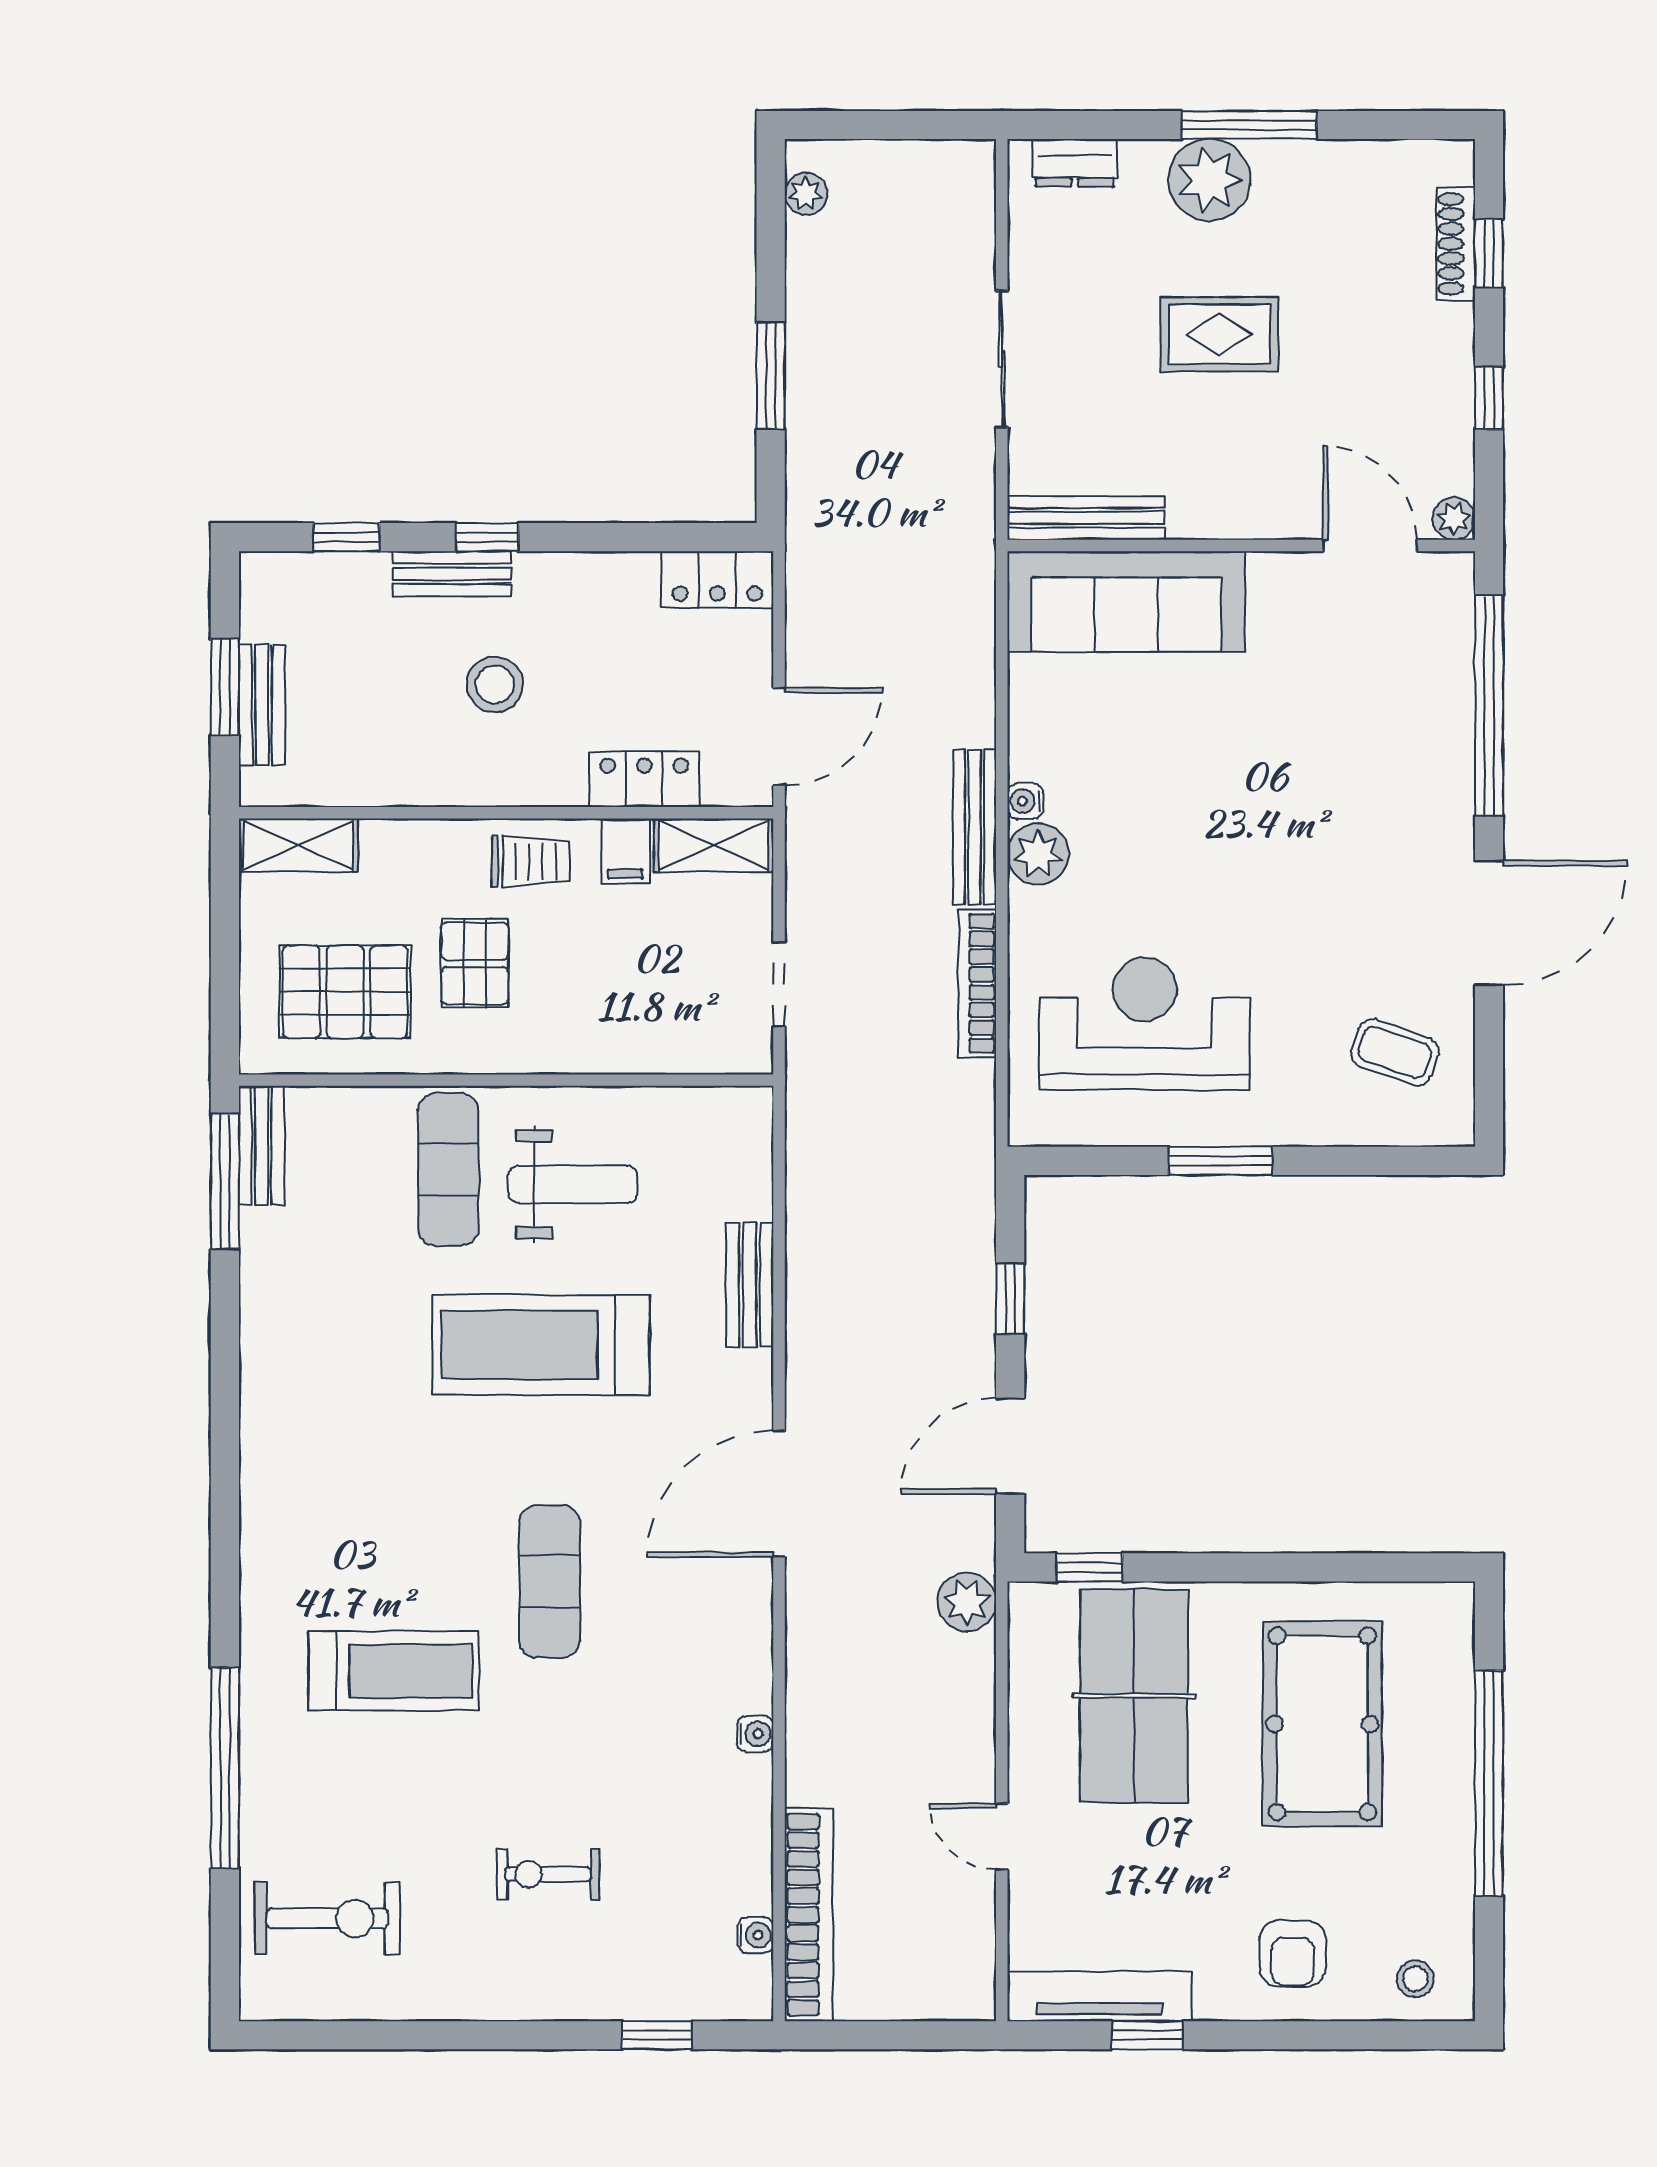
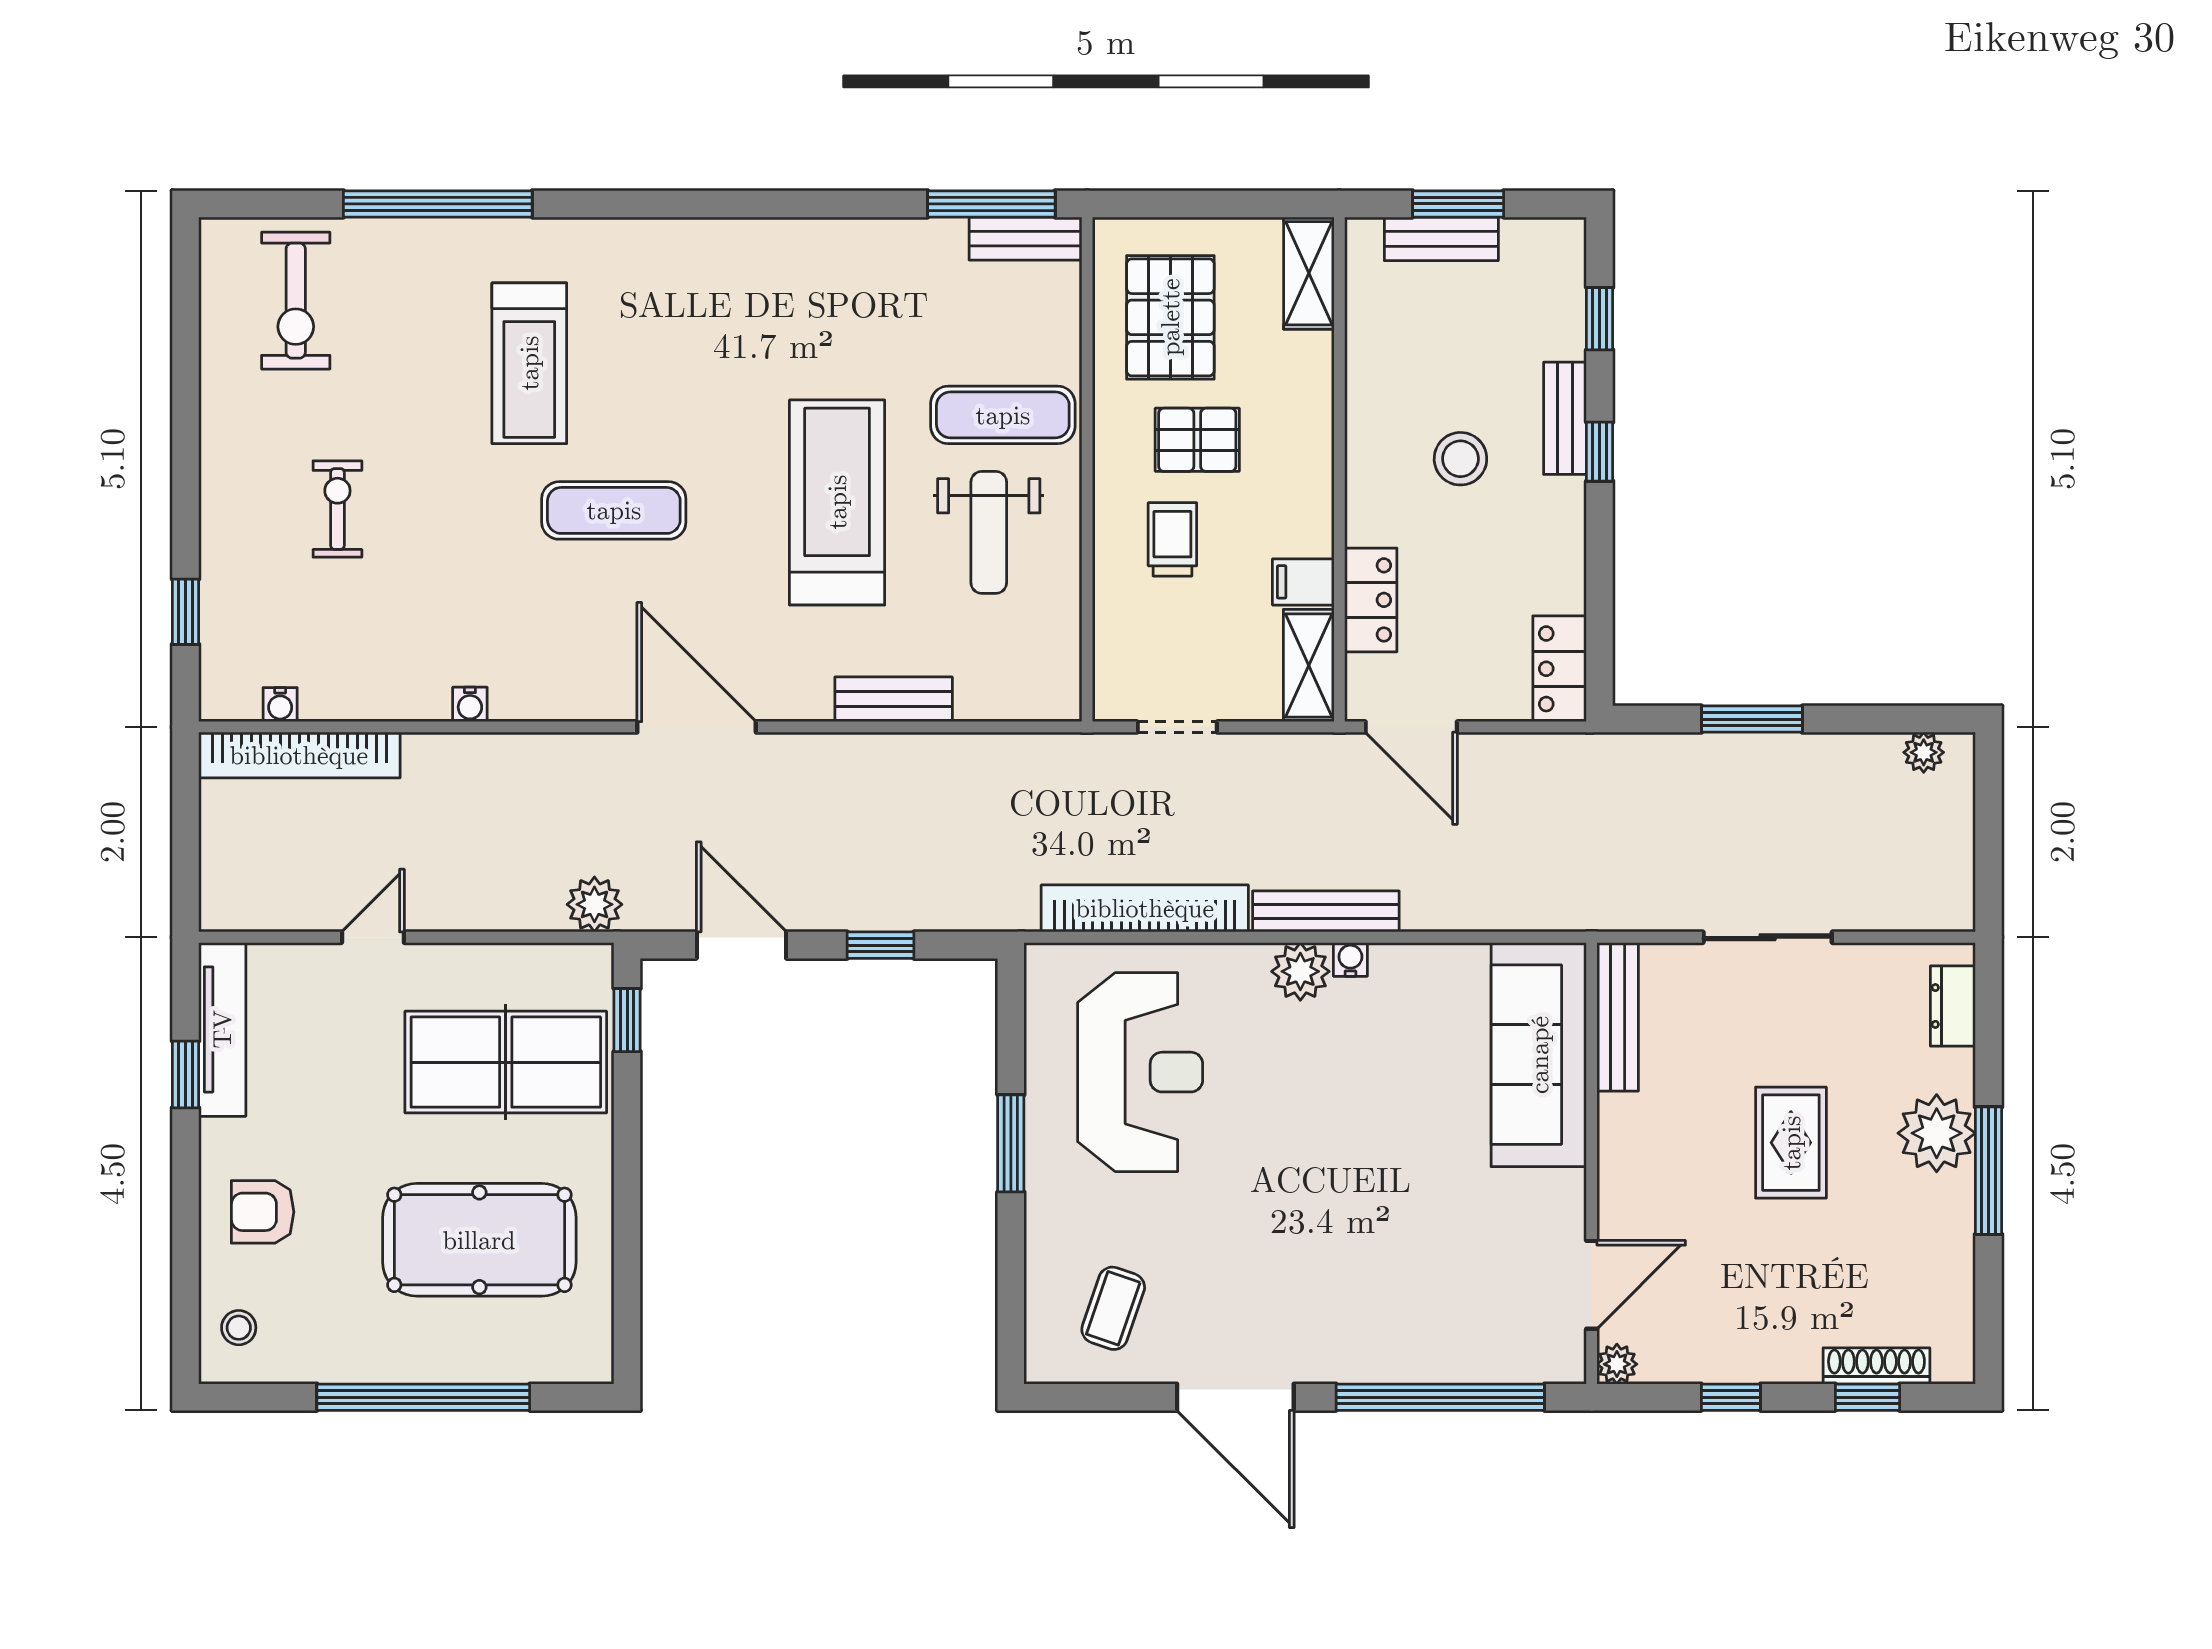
trolley: (531, 861) -> (1172, 539), moved, turned 180
bookcase: (977, 983) -> (1145, 908), width x1.48, depth x1.31

